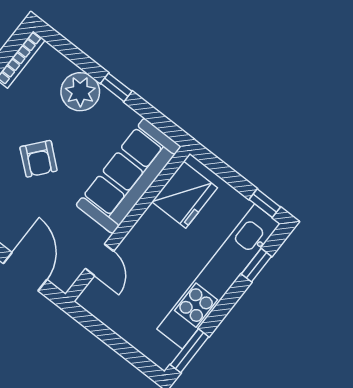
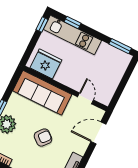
door: (99, 260) -> (86, 98), hinge flipped
kitchen unit: (219, 276) -> (72, 35), width x0.73

